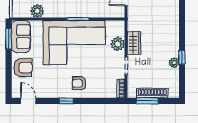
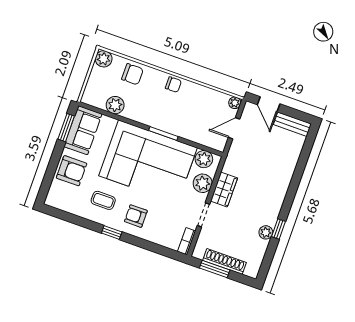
plant: (113, 27) -> (204, 159), added
coffee table: (52, 81) -> (103, 200), added
door: (28, 101) -> (63, 215), removed

